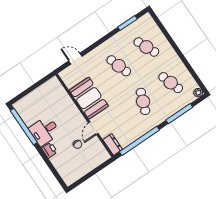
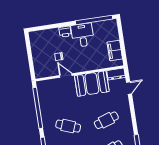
filing cabinet: (45, 91) -> (115, 51), added
dresser: (113, 145) -> (116, 74), moved

